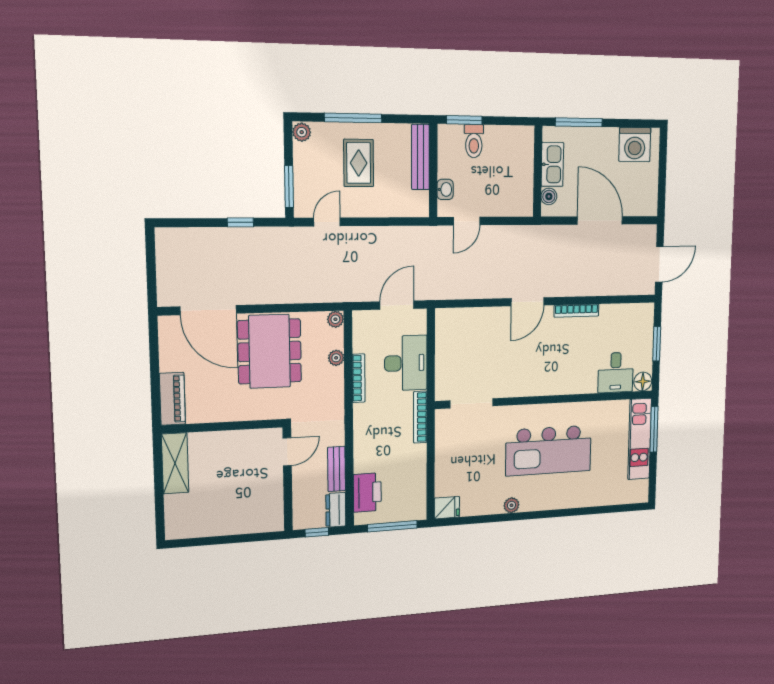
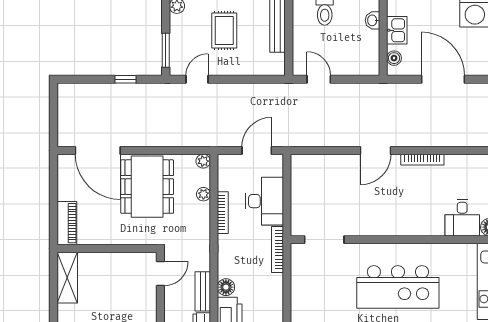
kitchen sink: (552, 164) -> (397, 30), width x0.73
washbasin: (445, 189) -> (373, 20), moved, turned 180
door: (467, 221) -> (319, 79), swing flipped
floor lamp: (363, 463) -> (226, 287), added

